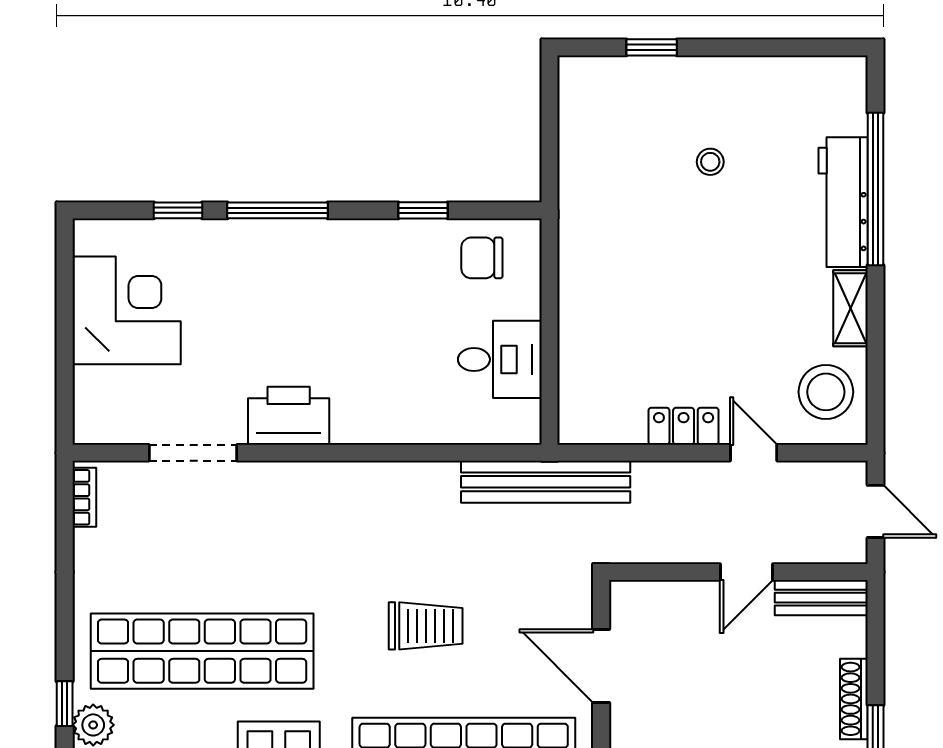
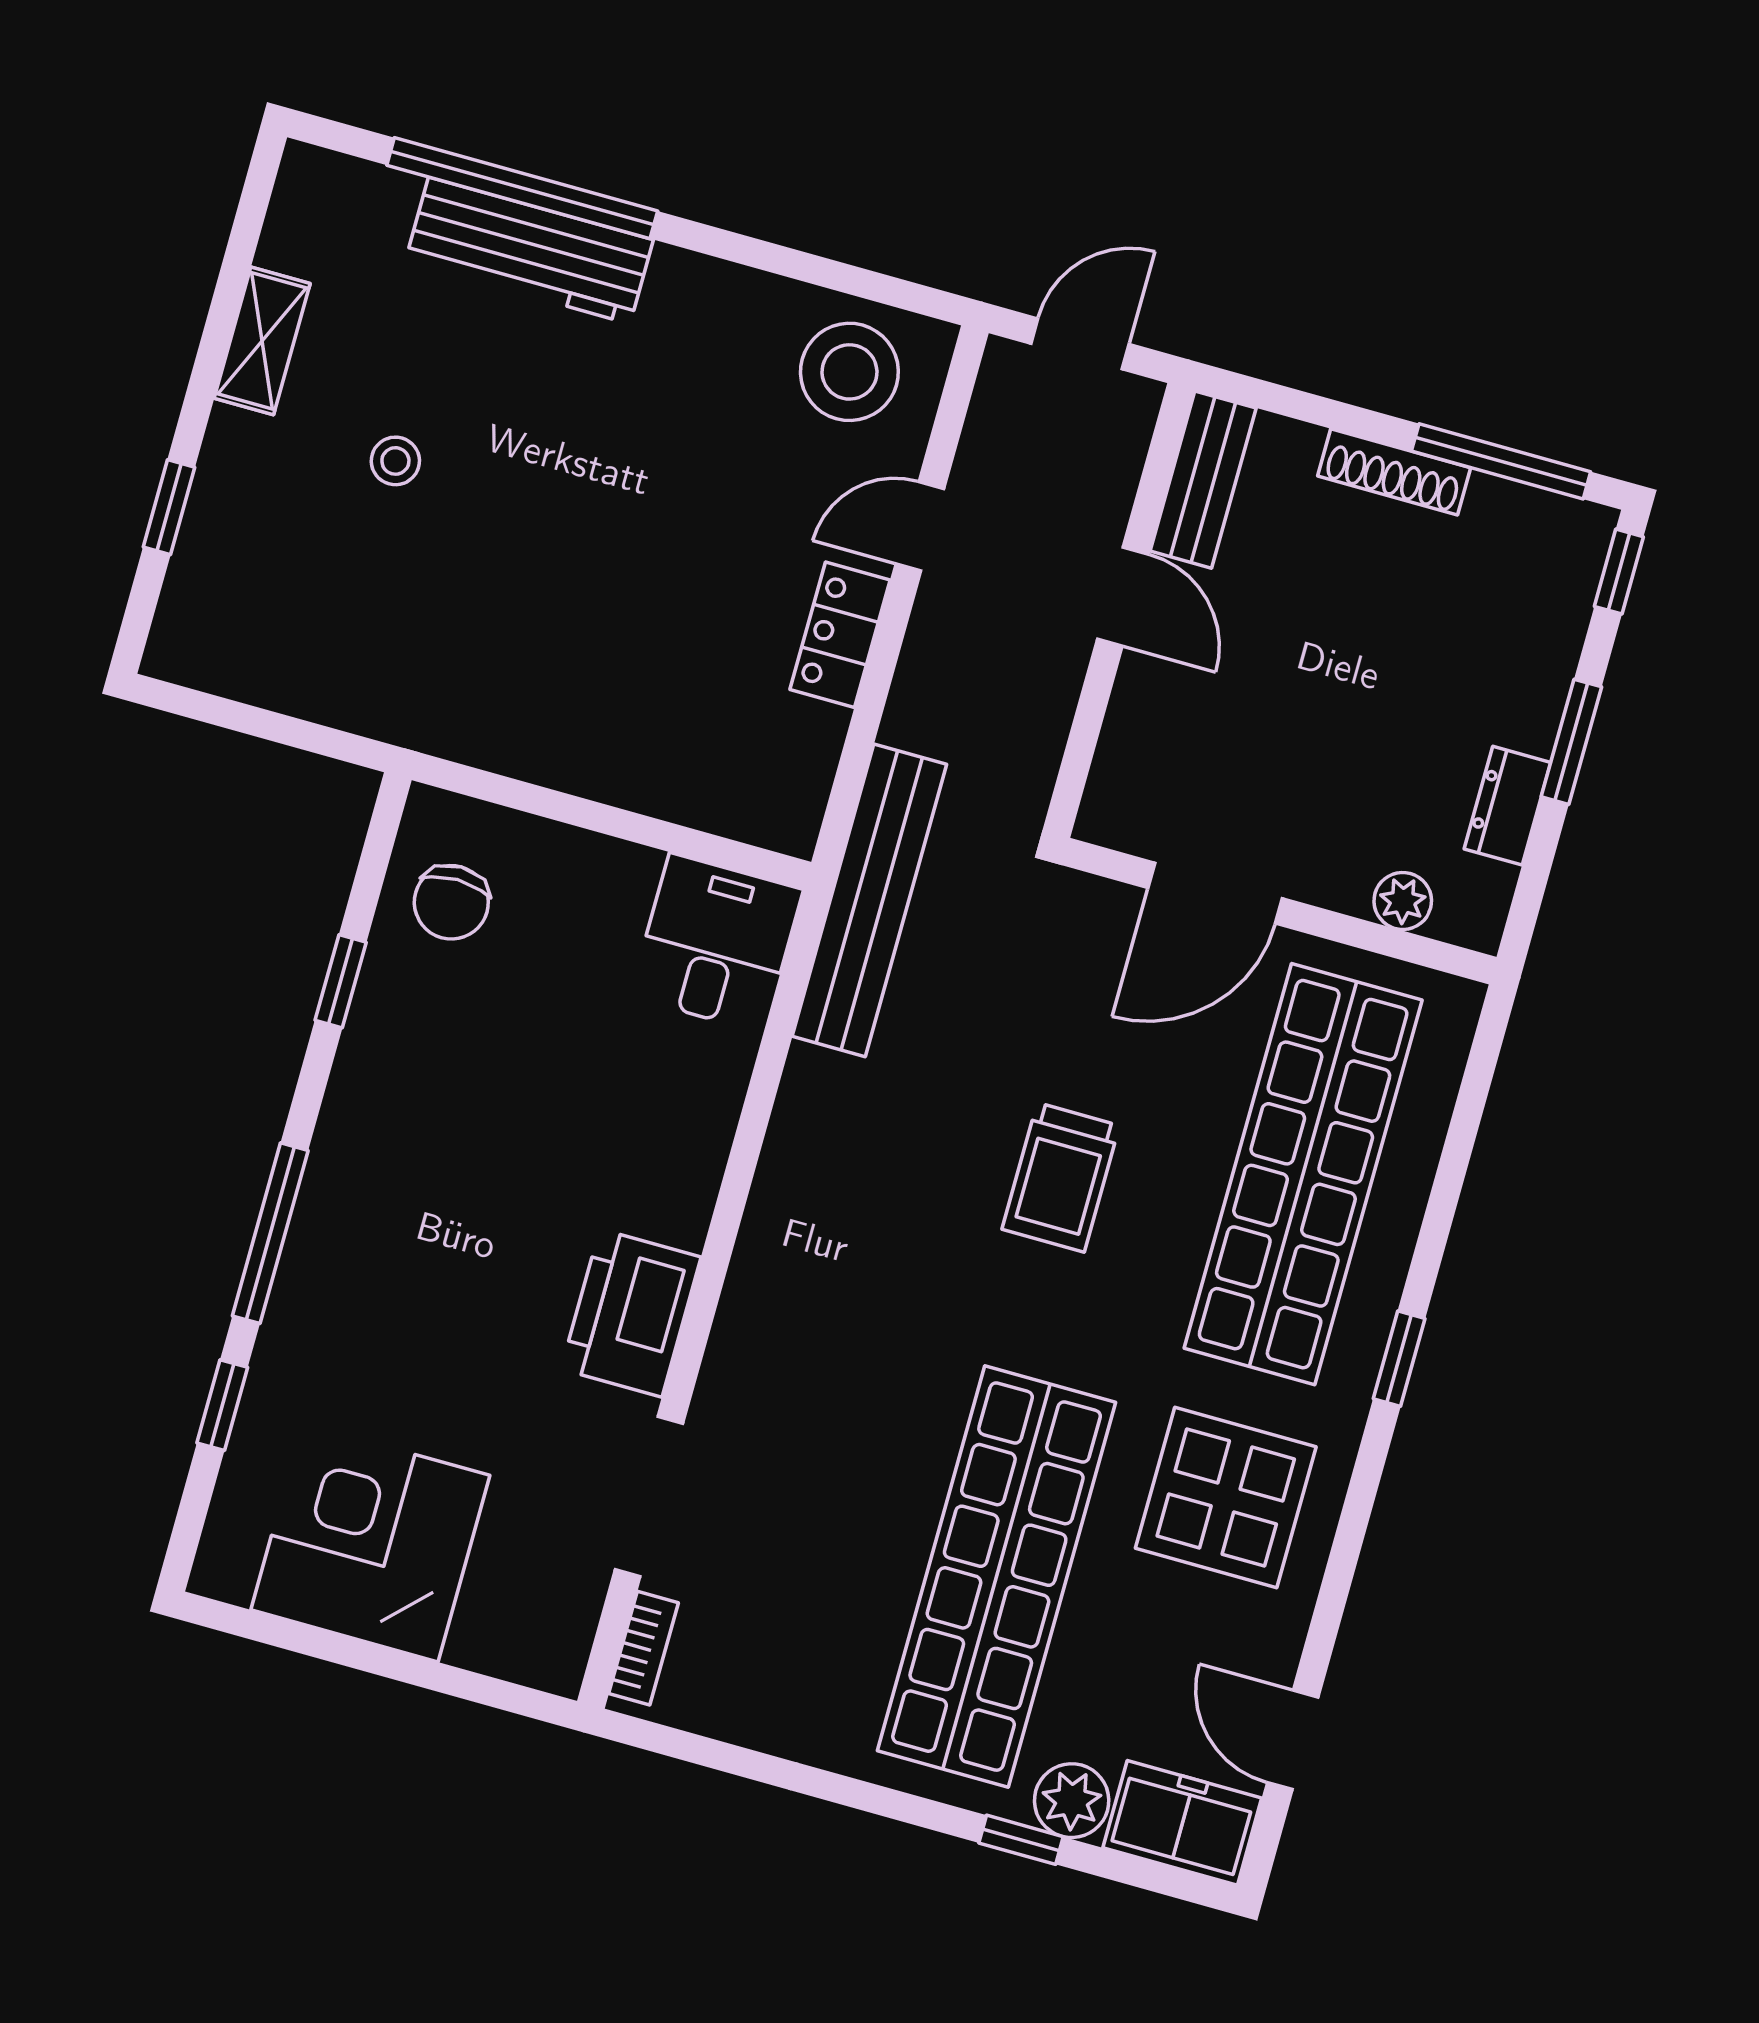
shelving: (850, 308) -> (262, 341), moved, turned 90
desk: (500, 359) -> (716, 943), moved
bookcase: (84, 497) -> (644, 1648), moved, turned 90
trolley: (426, 626) -> (1061, 1177), turned 180

